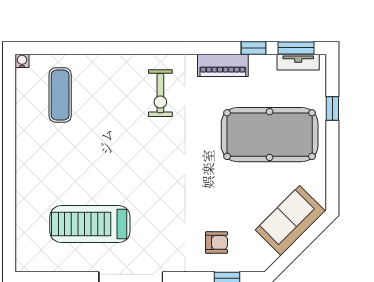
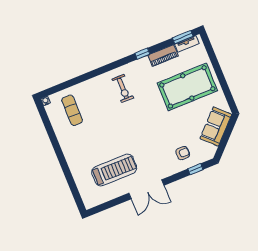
window: (254, 48) -> (142, 54), moved
piano: (223, 65) -> (163, 56), moved
window: (332, 108) -> (214, 60), removed
treadmill: (90, 224) -> (114, 170), turned 180

